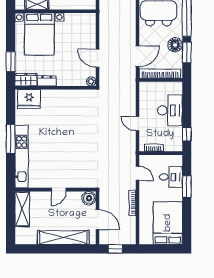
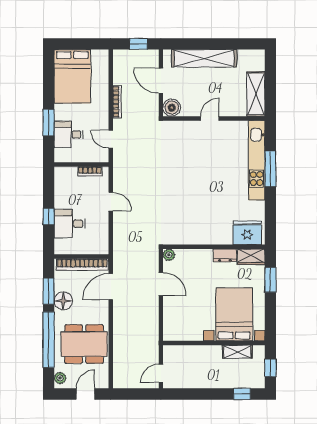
desk: (170, 110) -> (70, 224), width x0.73
window: (187, 134) -> (49, 216), moved
window: (11, 139) -> (270, 169), moved

